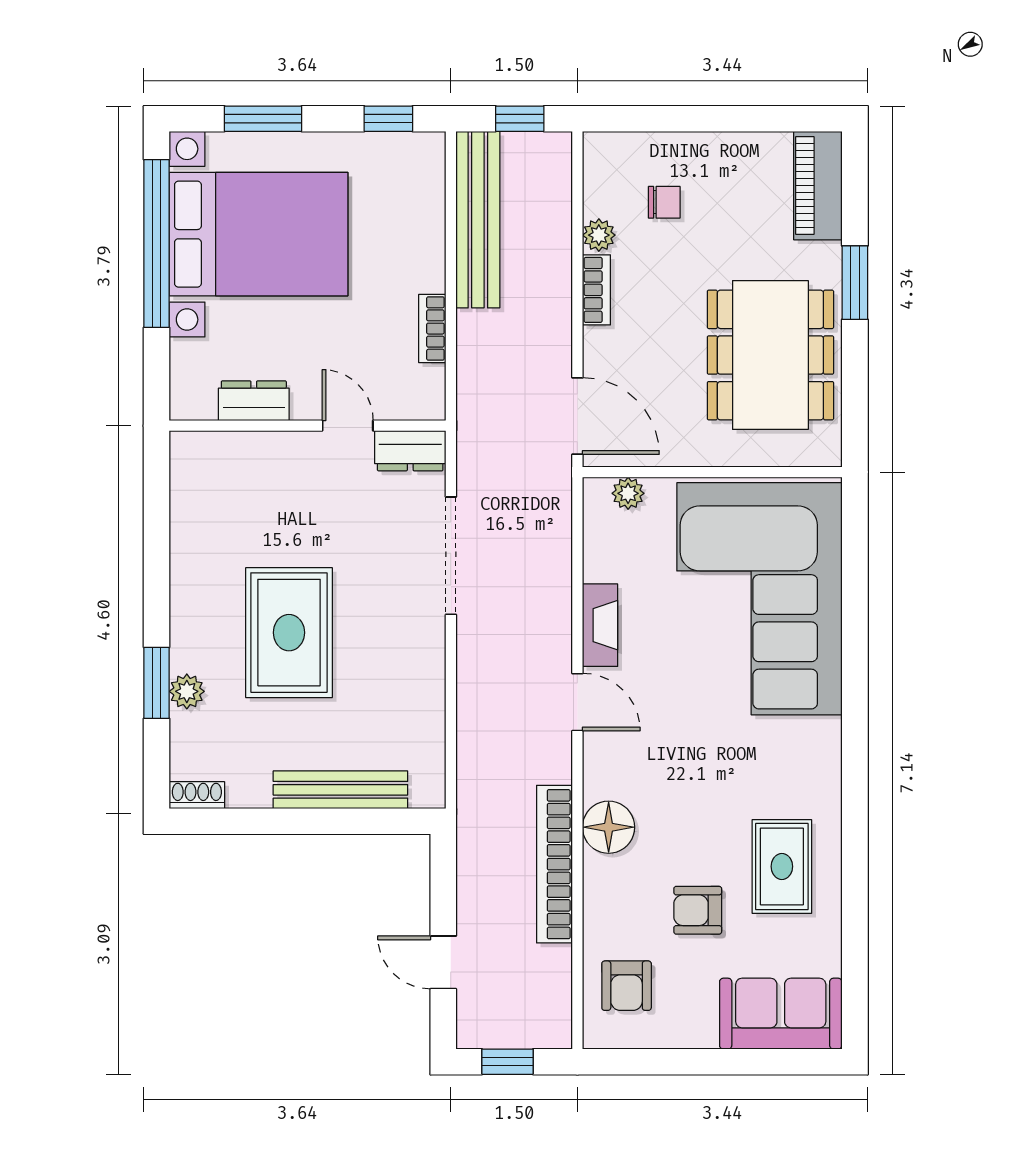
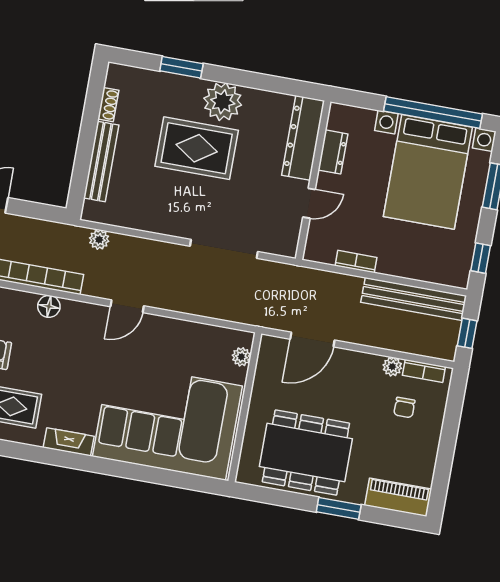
bookcase: (596, 290) -> (424, 371), moved
door: (577, 416) -> (312, 340), moved
dresser: (410, 451) -> (303, 138), moved, width x1.96, depth x1.24
fireplace: (600, 625) -> (69, 442), moved, turned 180
plant: (187, 691) -> (223, 102), moved, width x1.87, depth x1.87
plant: (473, 770) -> (99, 240), added
shoe rack: (197, 795) -> (108, 105), moved
floor lamp: (609, 827) -> (49, 306), width x0.73, depth x0.73

